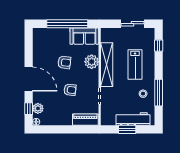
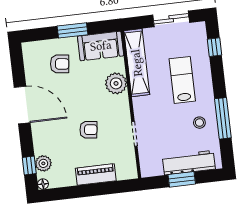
window: (67, 24) -> (72, 30), width x0.47
armchair: (64, 62) -> (60, 64), moved
shelving: (107, 65) -> (137, 63), moved
lab bench: (135, 65) -> (182, 80), turned 180
door: (29, 79) -> (22, 105), moved
piano: (85, 120) -> (96, 174), moved

